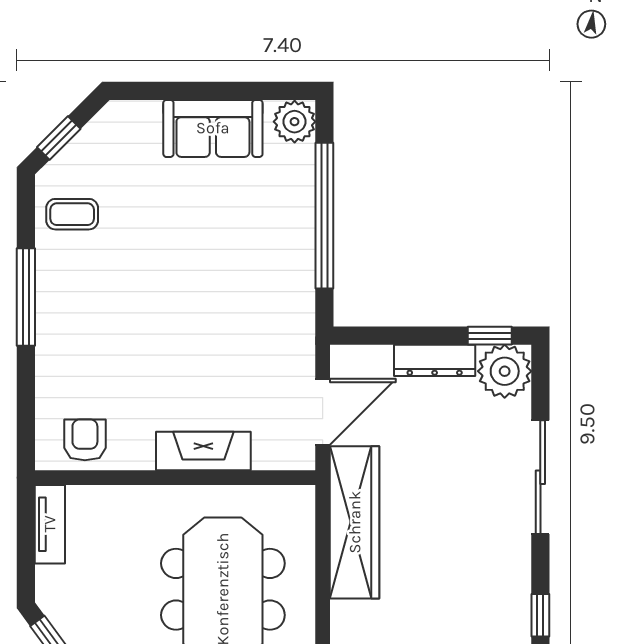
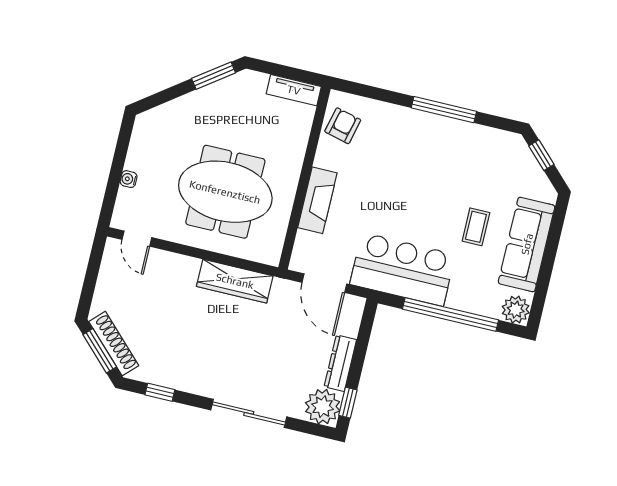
sofa: (213, 128) -> (527, 244), width x1.36
coffee table: (72, 214) -> (476, 227), moved
bar counter: (275, 302) -> (403, 269), added
armchair: (85, 440) -> (343, 126), turned -76
wardrobe: (355, 522) -> (235, 281), width x0.71, depth x0.85

